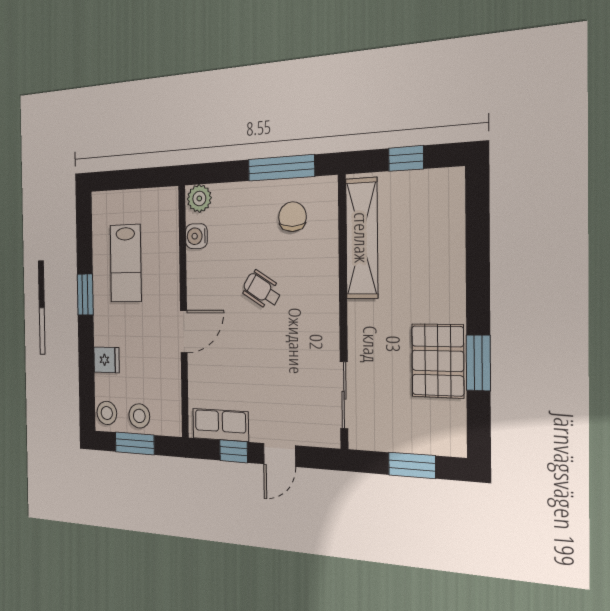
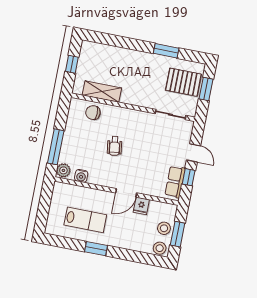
window: (281, 168) -> (56, 147), moved
chair: (292, 217) -> (93, 113), moved
shelving: (362, 238) -> (102, 92), width x0.68
wheelchair: (262, 290) -> (115, 146), turned -40
door: (184, 332) -> (126, 193), swing flipped
fridge: (106, 360) -> (141, 206), moved, turned 180
pallet: (438, 361) -> (183, 82), moved

